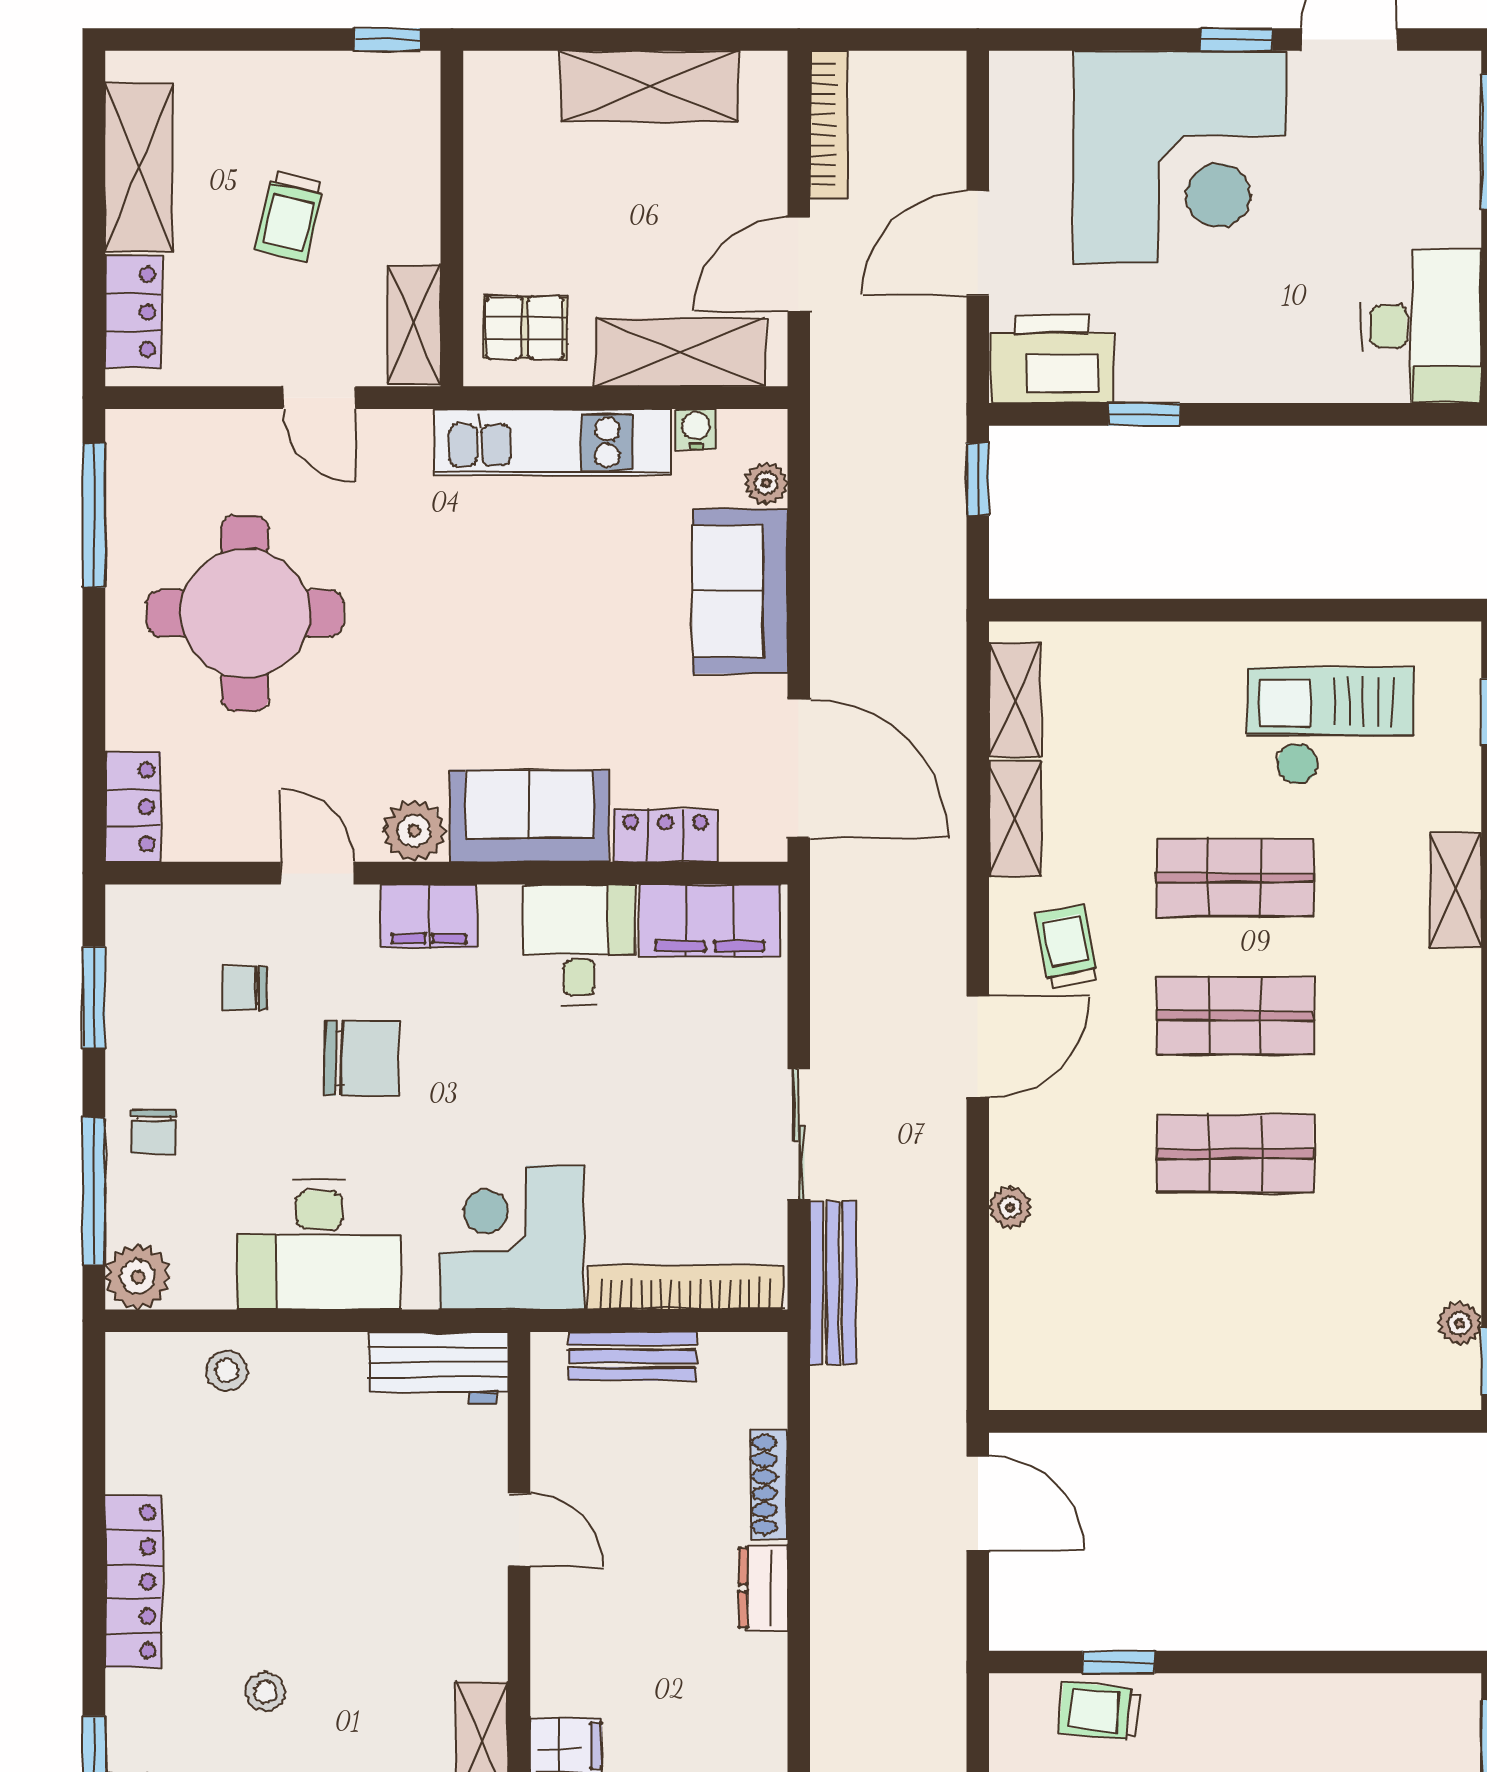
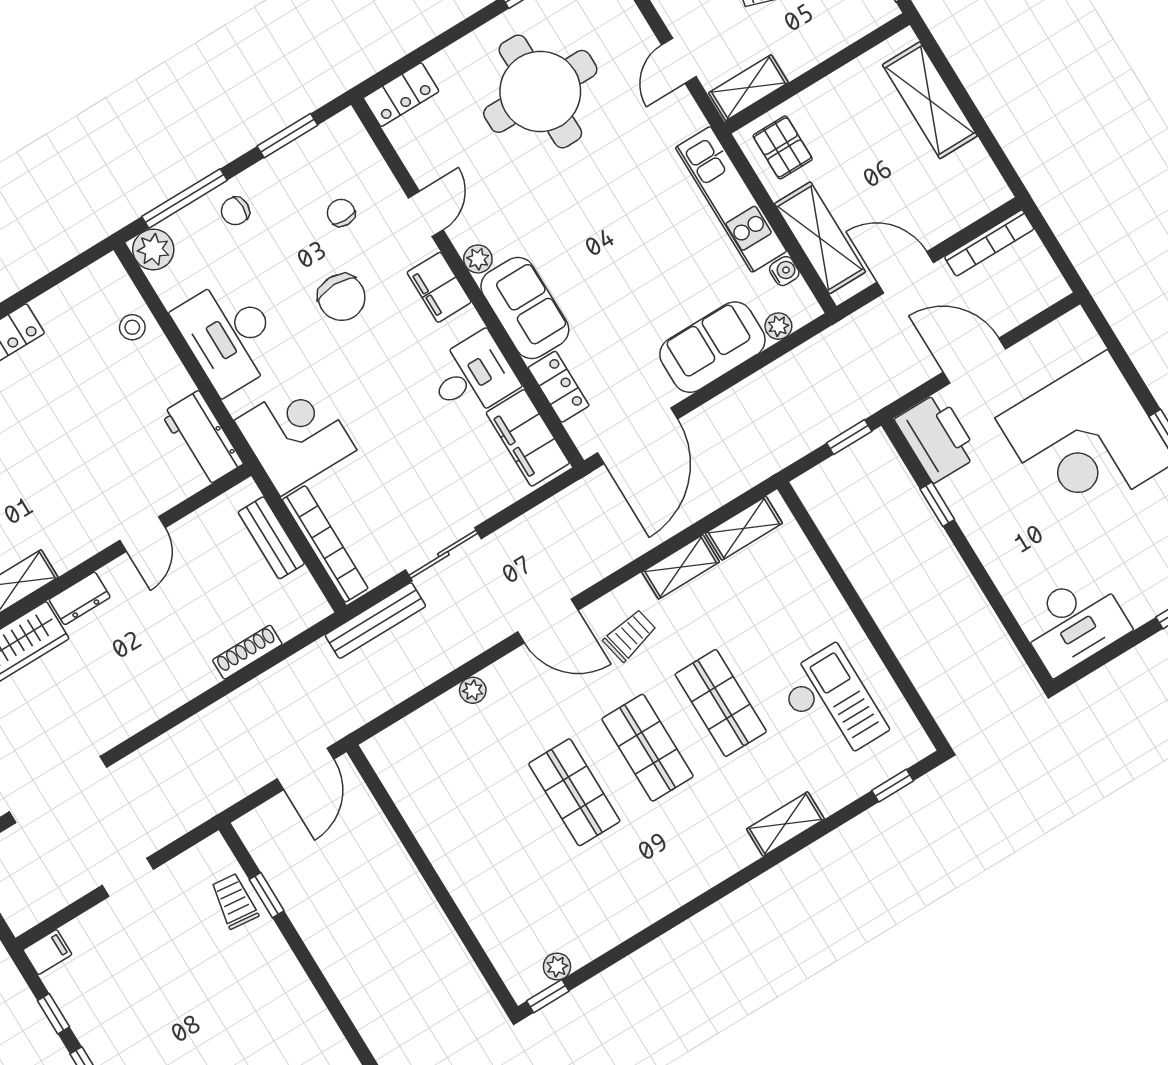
shelving: (650, 86) -> (930, 100), moved
plant: (414, 831) -> (478, 259), width x0.73, depth x0.73
dresser: (763, 1588) -> (80, 598), moved, turned 180

